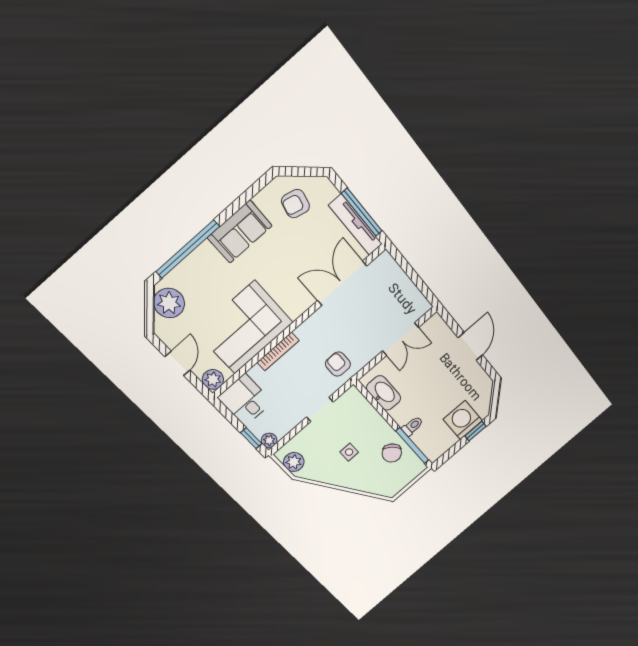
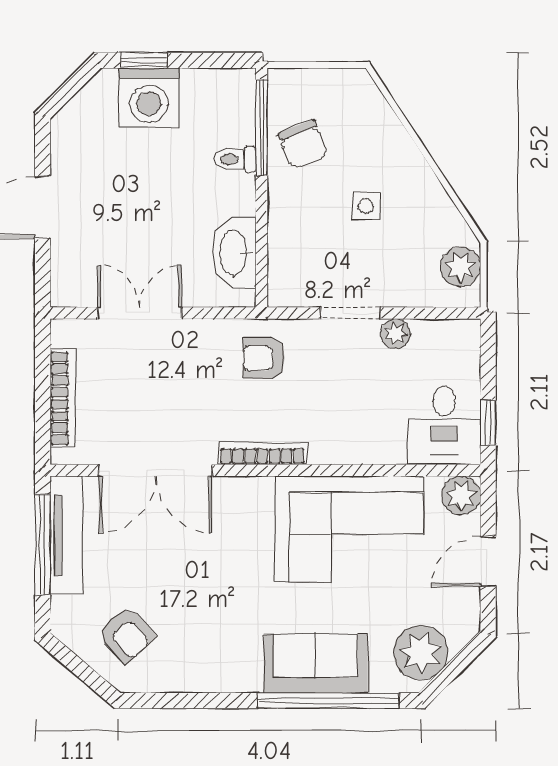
armchair: (295, 204) -> (126, 635), turned 35
sofa: (240, 232) -> (316, 663), moved
bookcase: (403, 280) -> (63, 398), added
bookcase: (278, 351) -> (262, 453), moved
armchair: (338, 364) -> (264, 358), turned 90
window: (251, 438) -> (488, 423), moved
plant: (269, 440) -> (395, 334), moved
chair: (392, 453) -> (303, 144), turned 117

